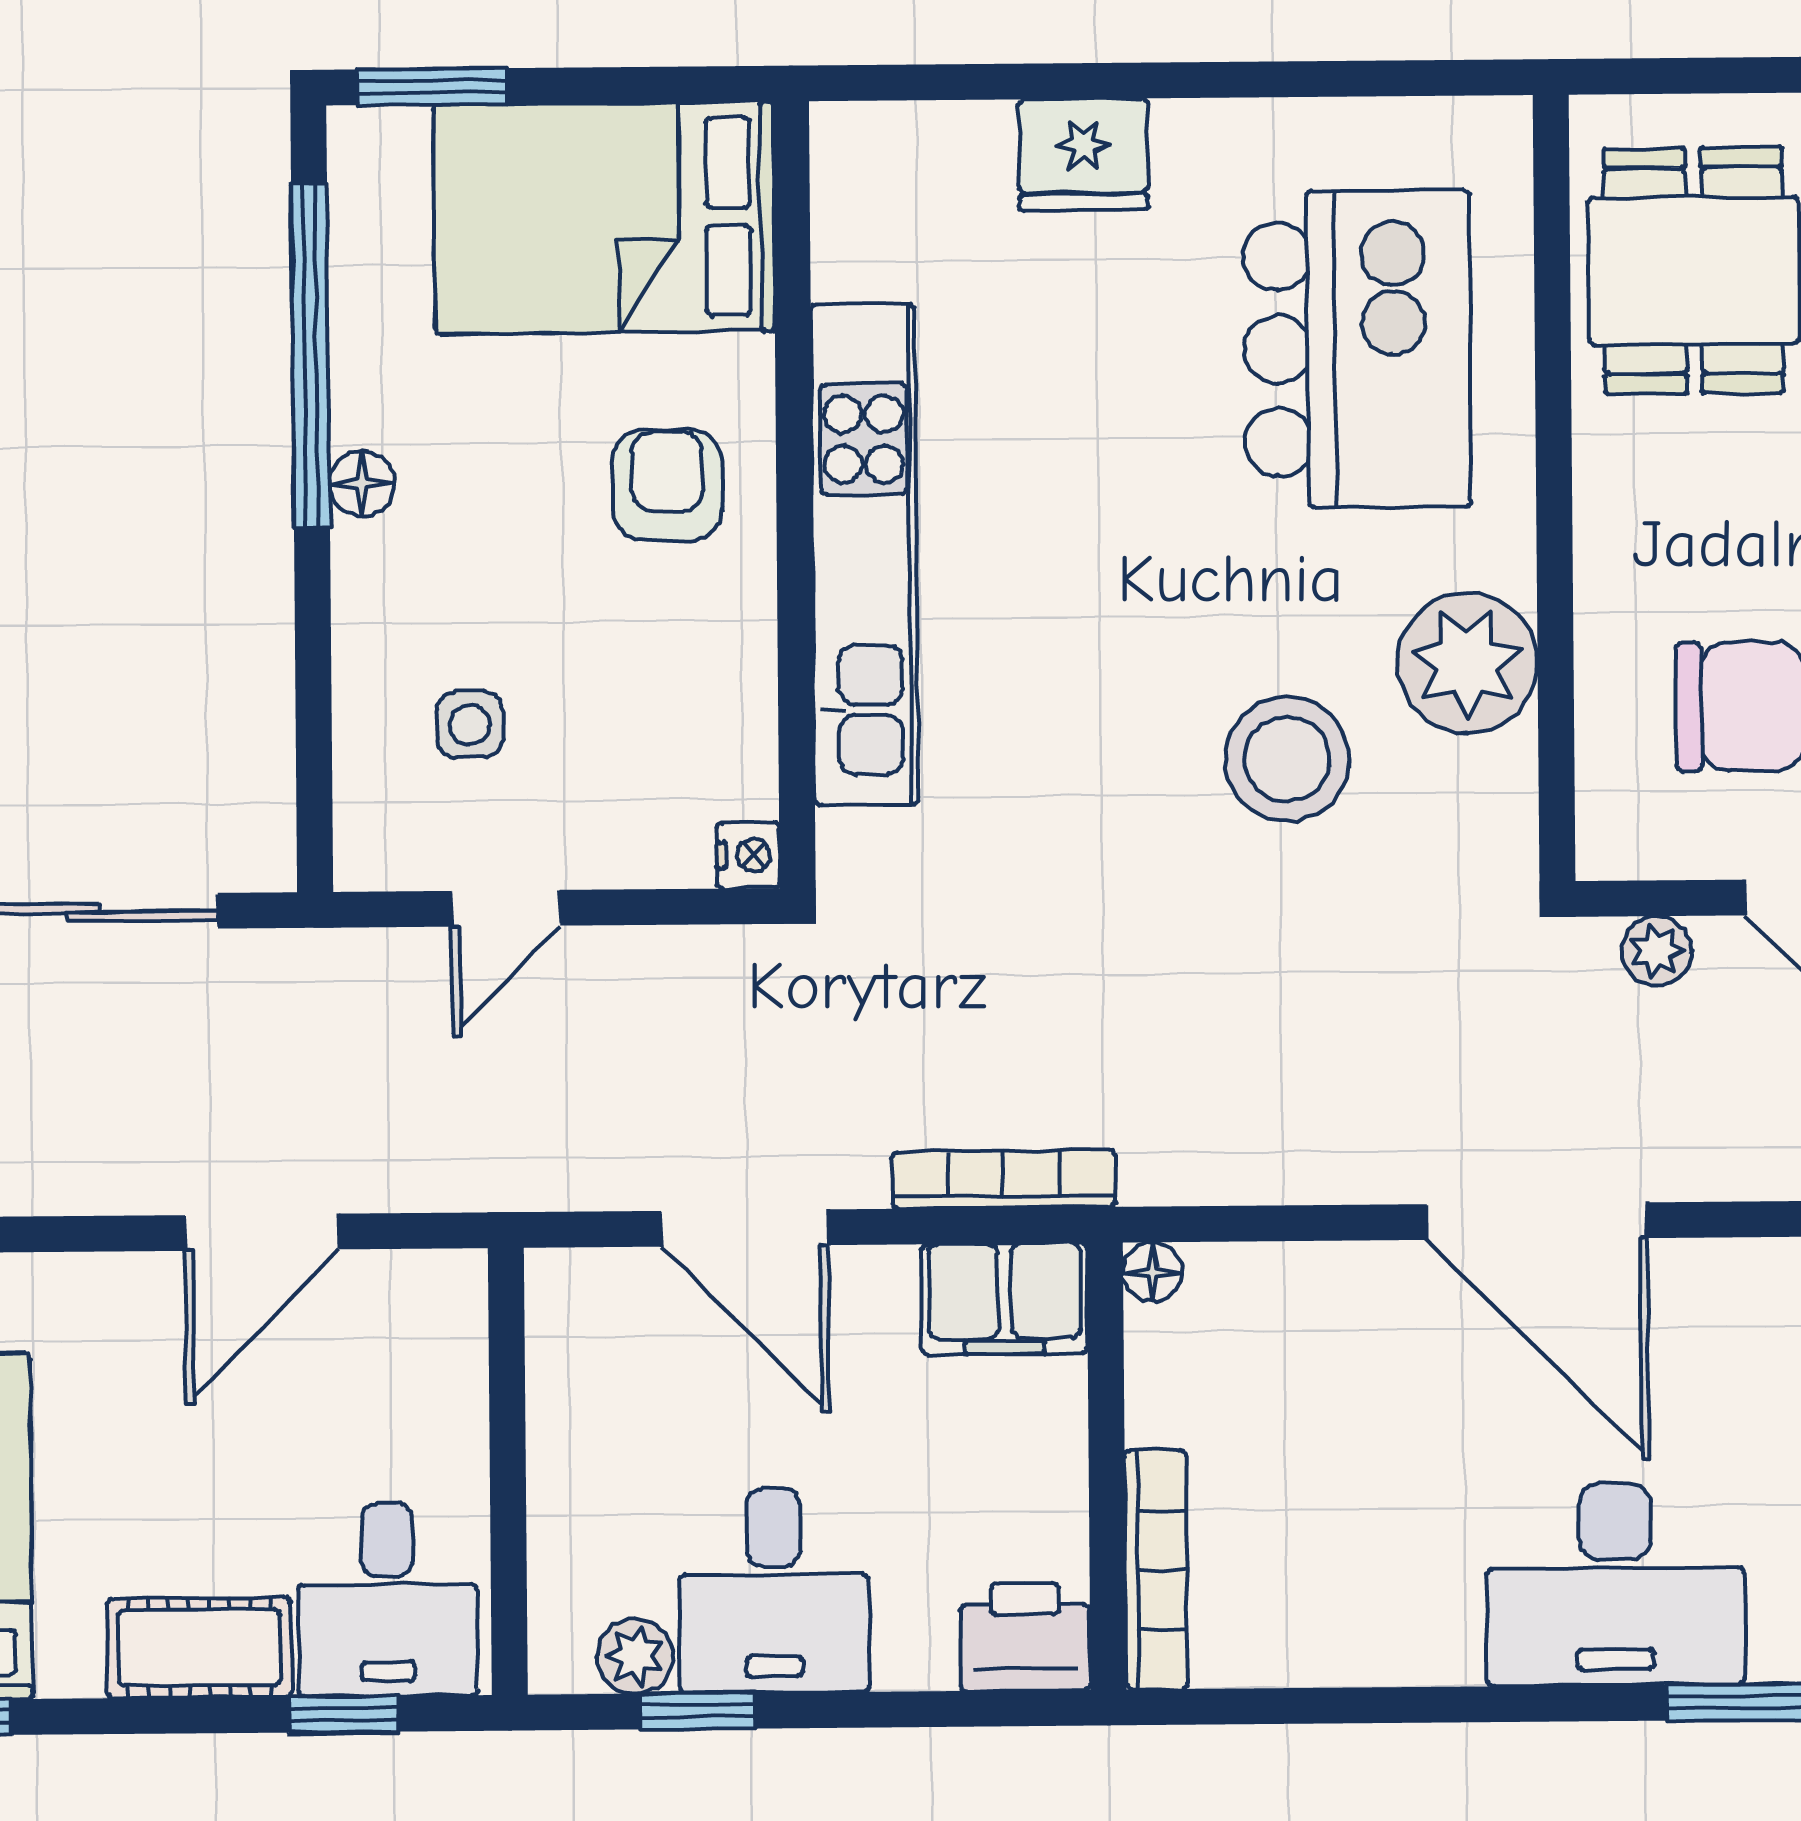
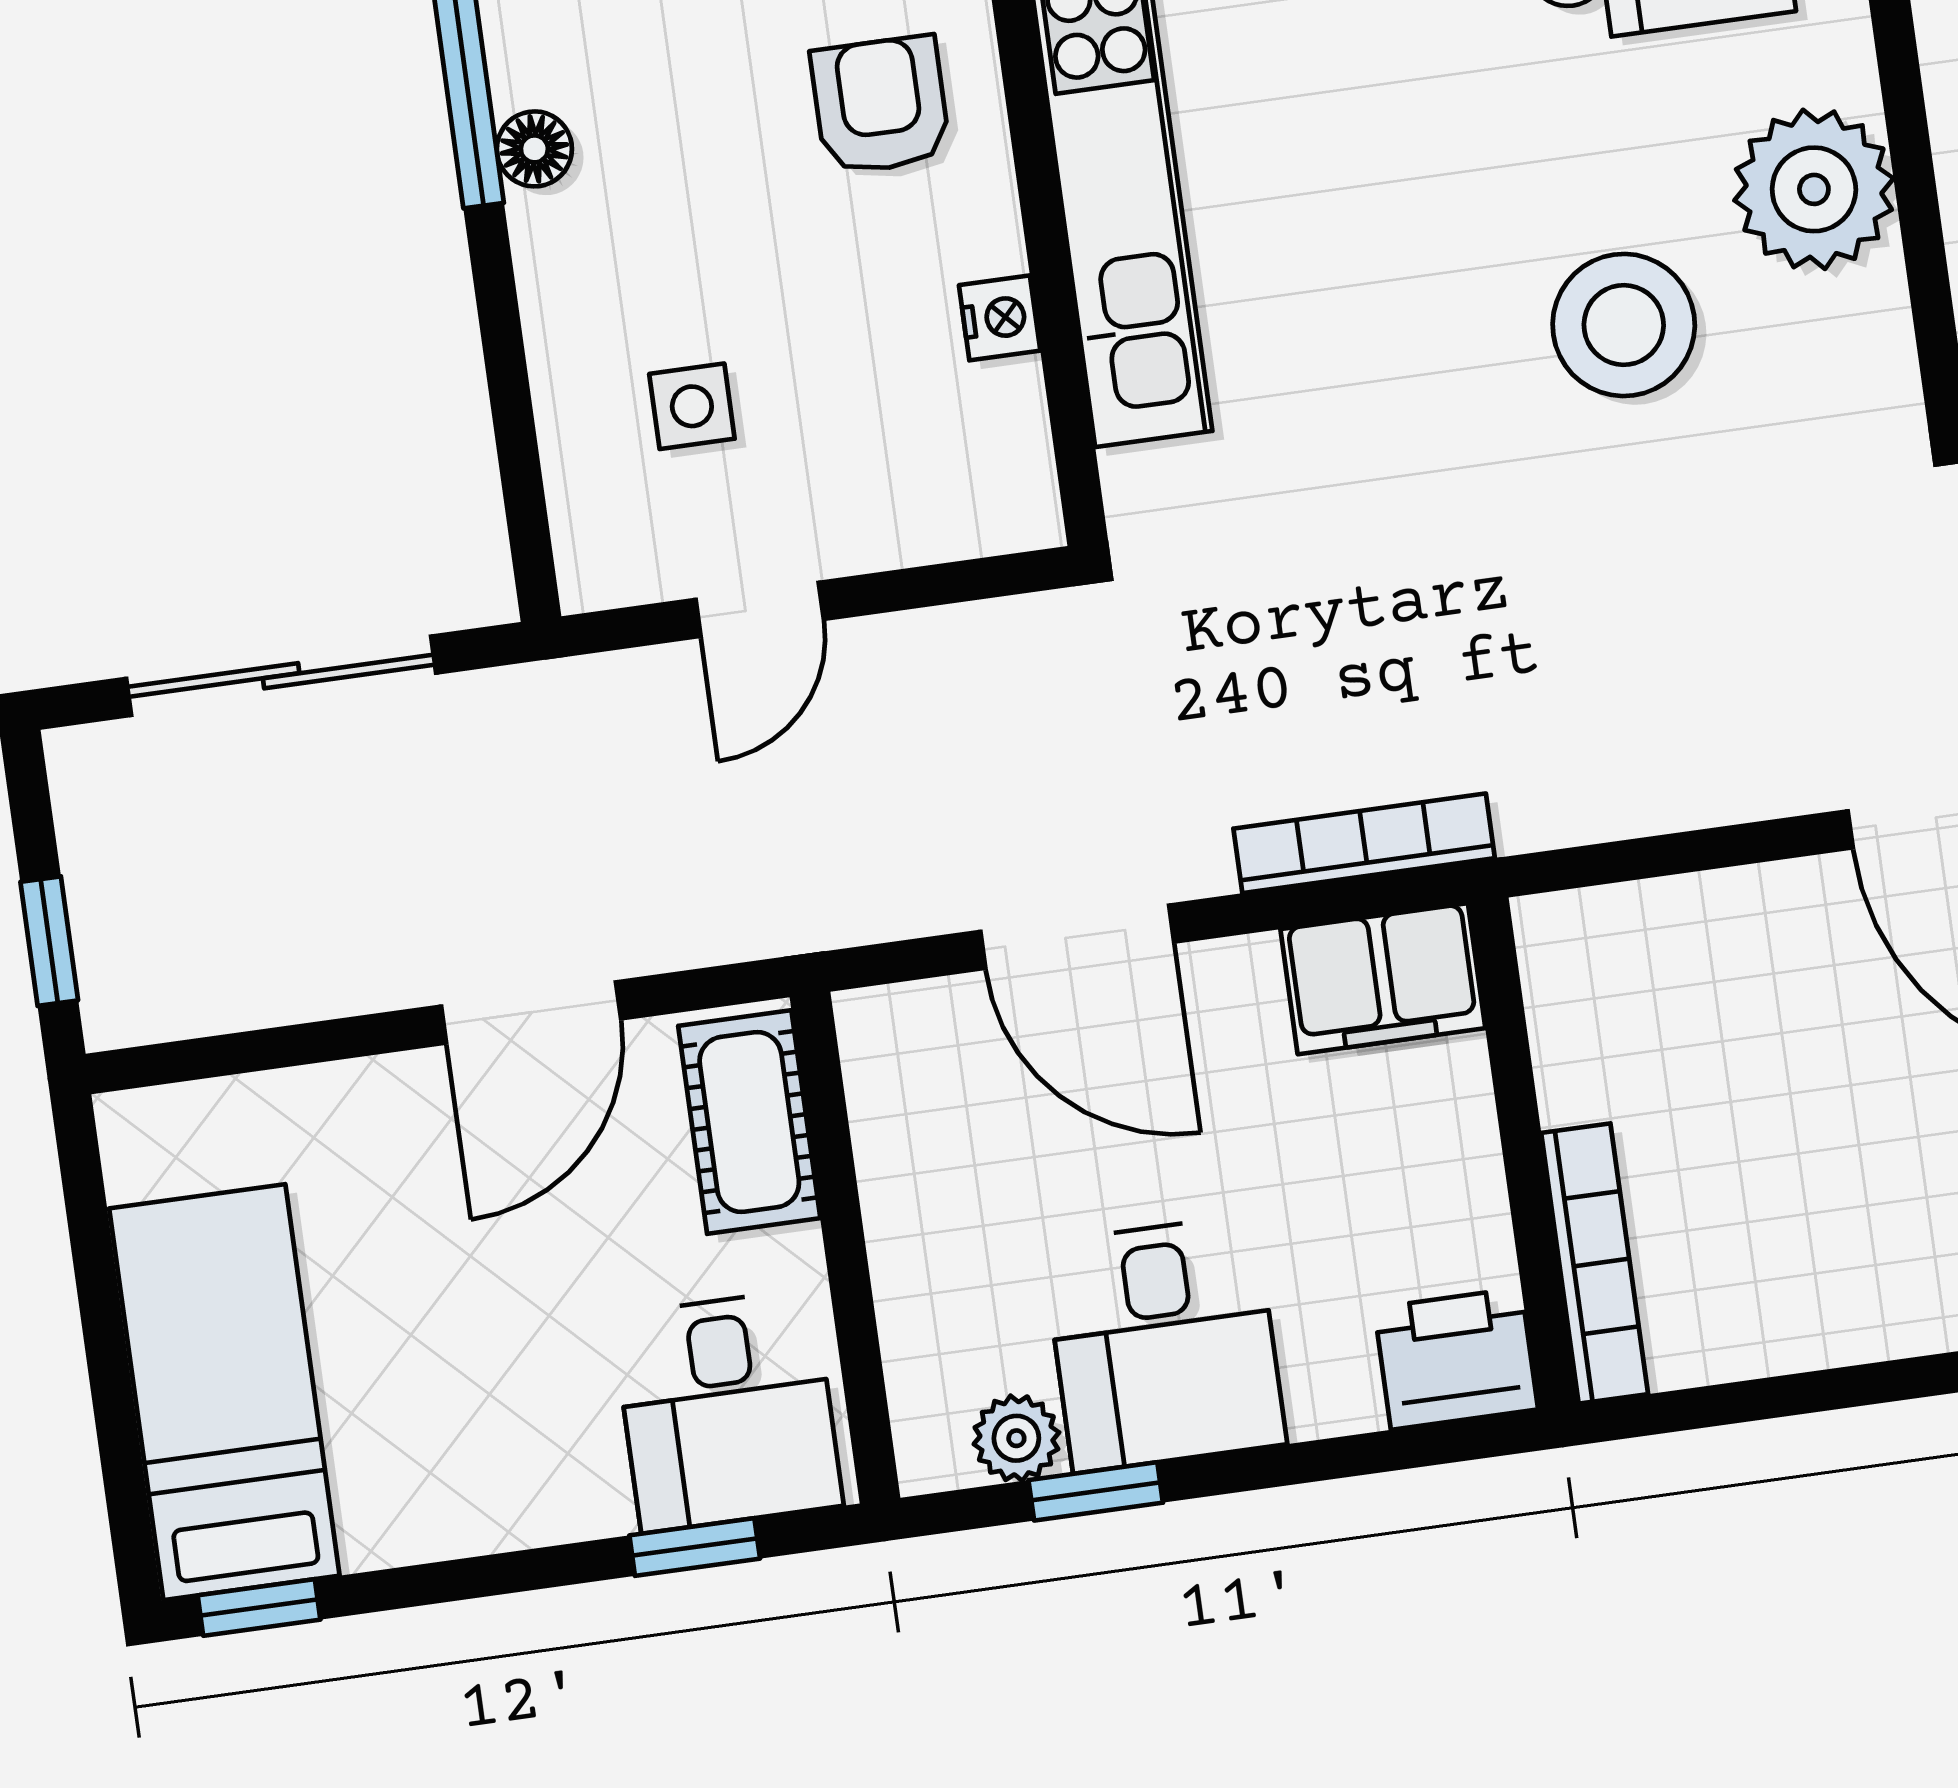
nightstand: (748, 855) -> (1000, 318), moved
floor lamp: (1153, 1272) -> (1547, 926), removed
cot: (199, 1648) -> (749, 1122), moved, turned 90

